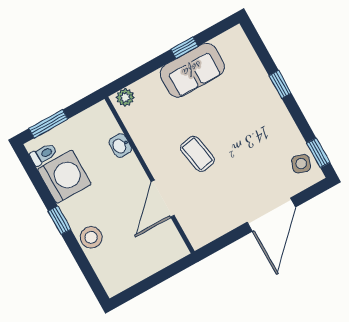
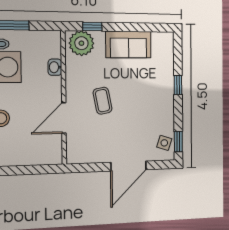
window: (184, 48) -> (92, 27), moved
plant: (125, 97) -> (81, 43), width x1.87, depth x1.87

